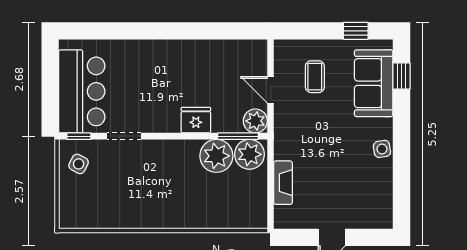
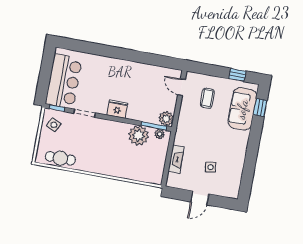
door: (271, 90) -> (181, 87), moved
fridge: (196, 120) -> (117, 109), moved
side table: (382, 149) -> (211, 167), moved
plant: (249, 154) -> (160, 134), width x0.53, depth x0.53
cafe table: (99, 215) -> (60, 158), added

